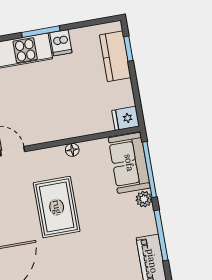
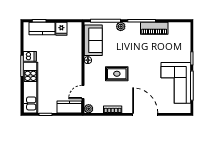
fridge: (126, 118) -> (61, 29), moved
sofa: (129, 163) -> (93, 40), moved, turned -90
rug: (57, 207) -> (117, 74), width x0.73, depth x0.70

